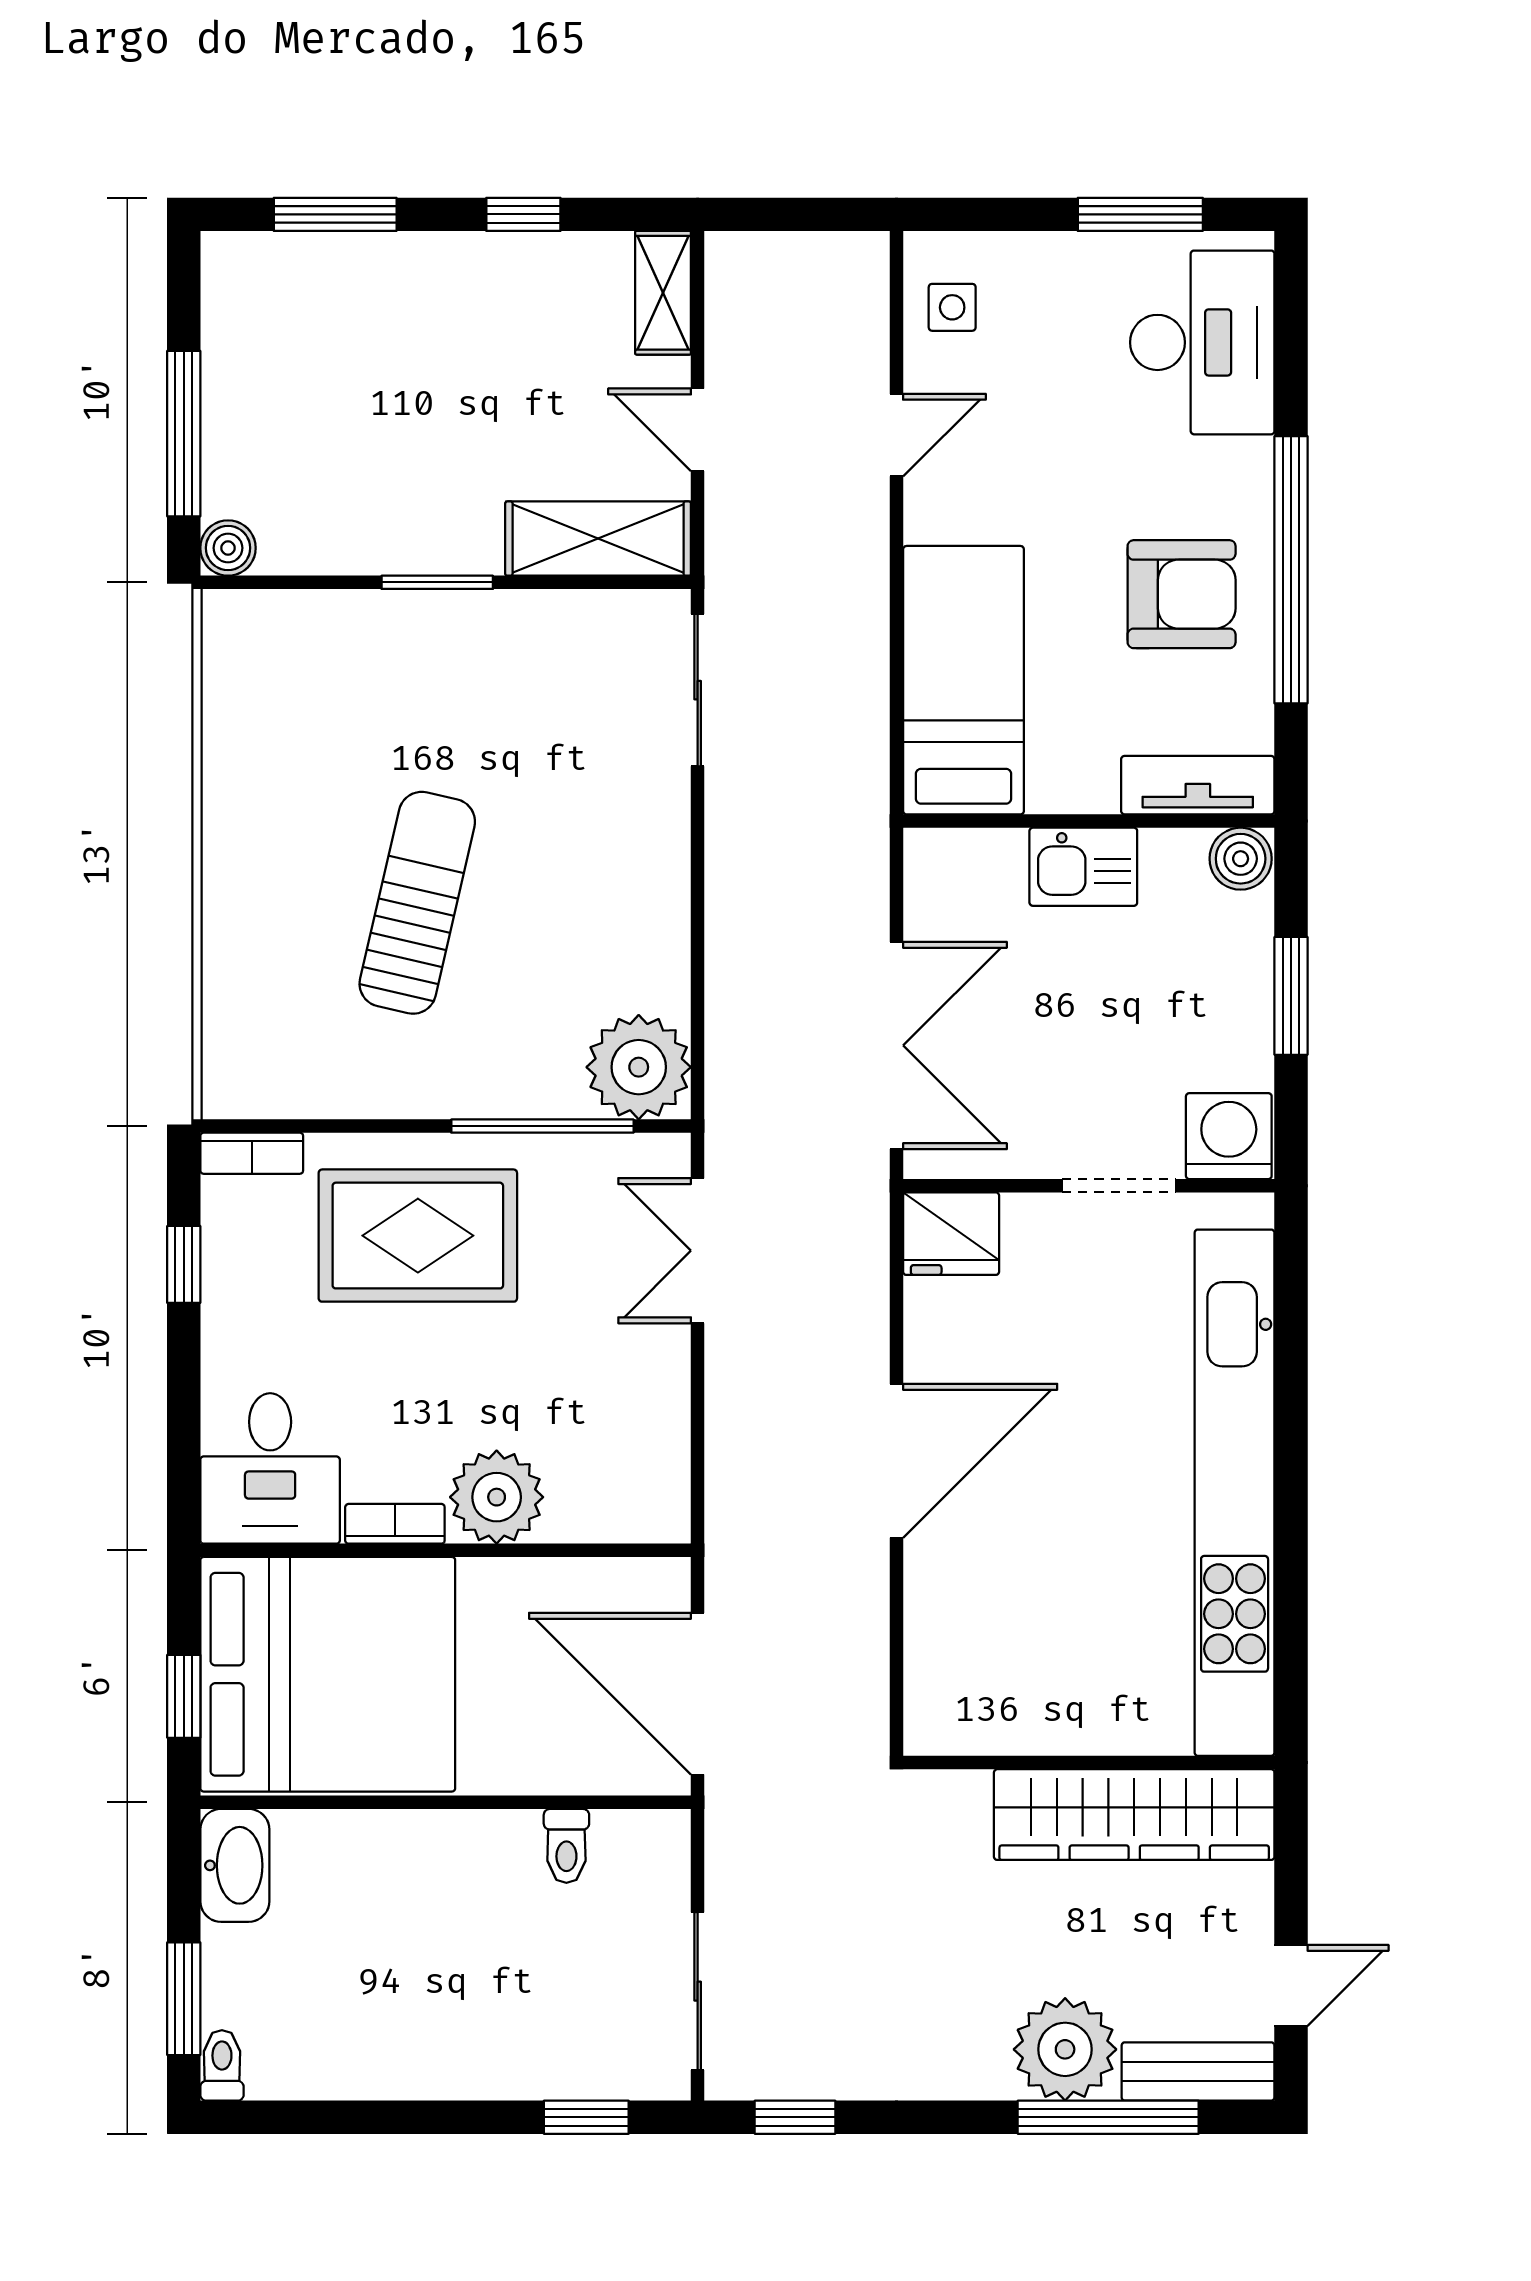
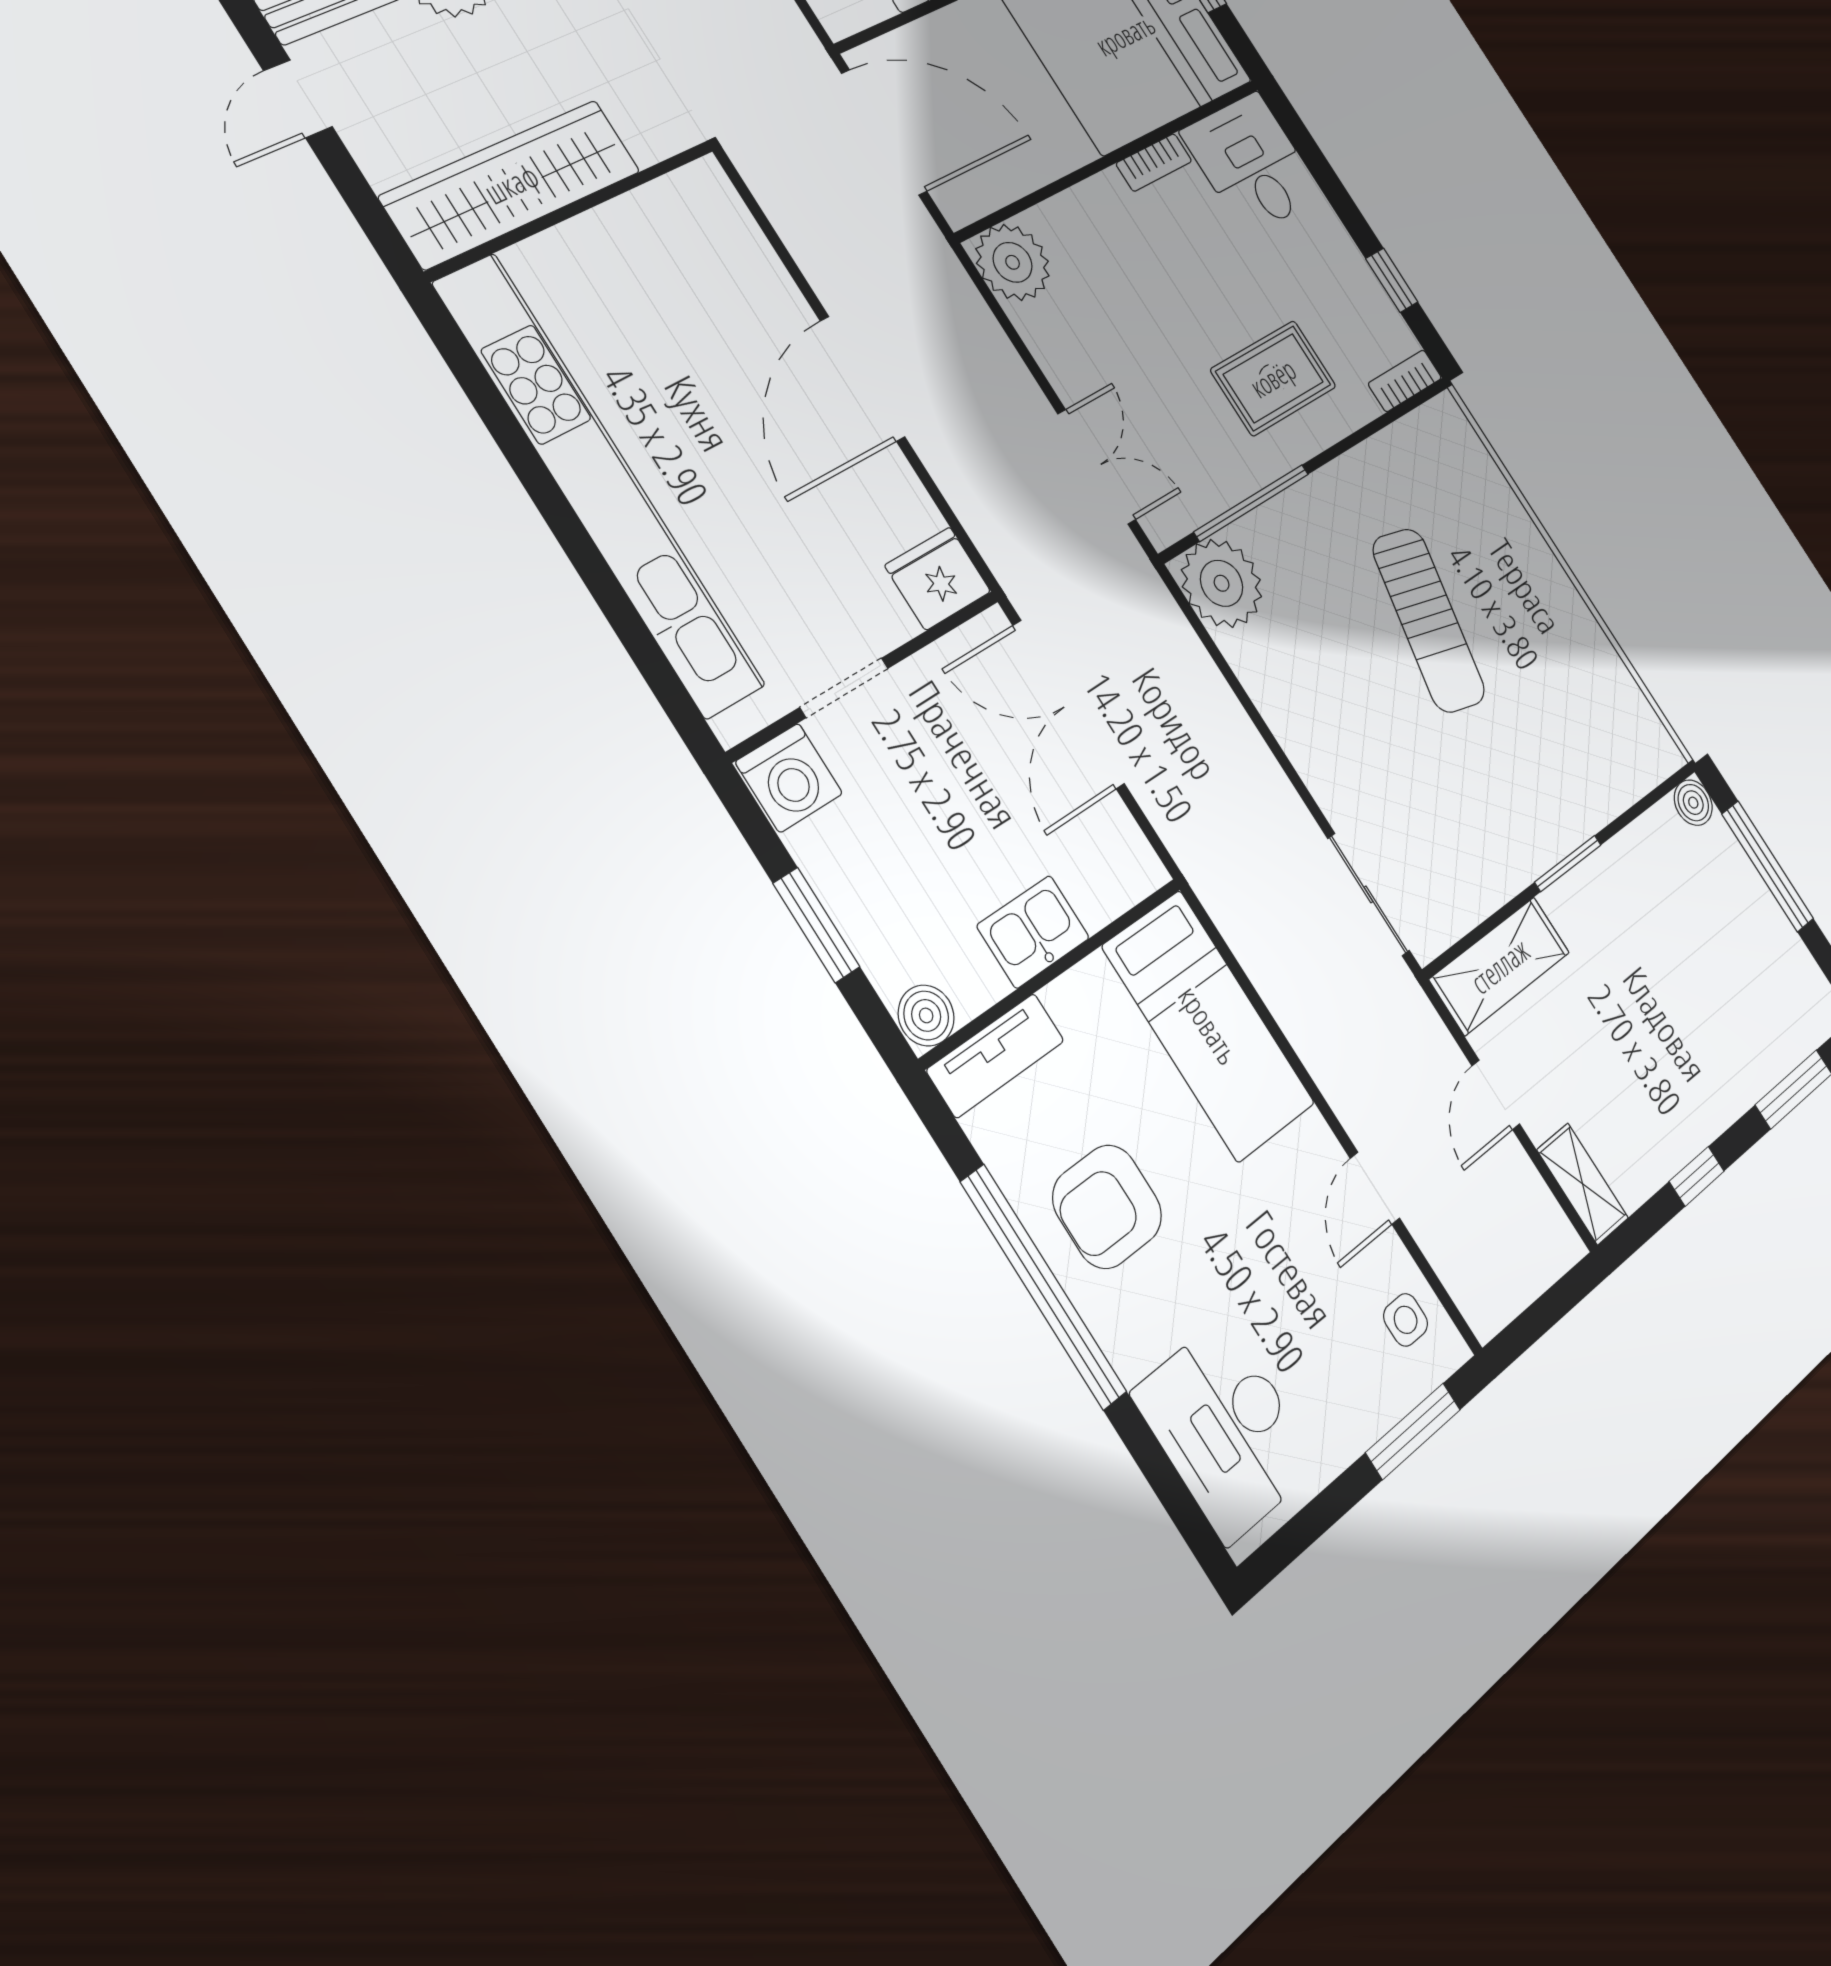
window: (1140, 214) -> (1413, 1431), moved
door: (698, 430) -> (1496, 1095), swing flipped
rug: (418, 1236) -> (1273, 378), width x0.73, depth x0.70
plant: (497, 1497) -> (1013, 262), moved

